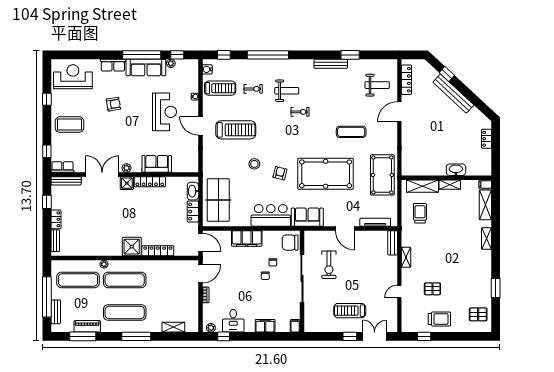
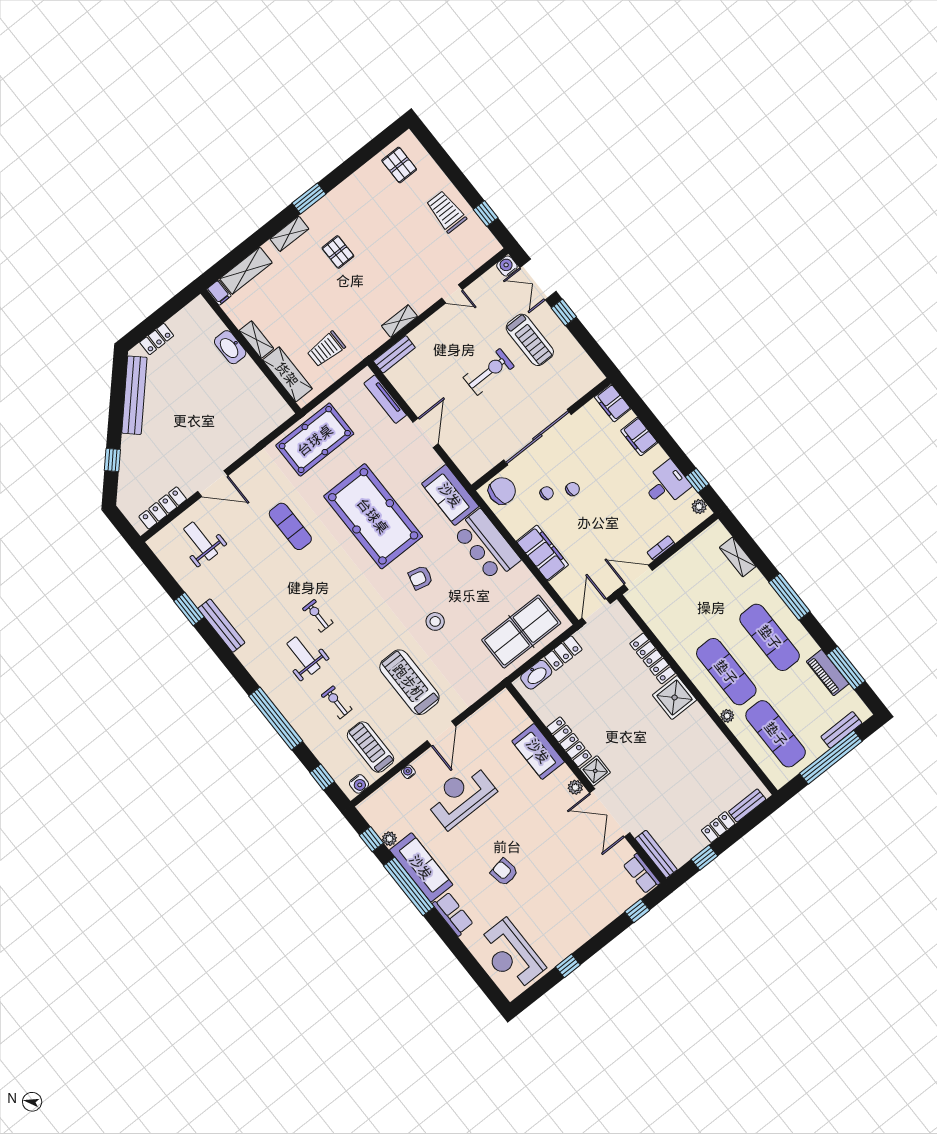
bench: (453, 94) -> (134, 395), moved
coffee table: (69, 125) -> (578, 909), removed
chair: (290, 243) -> (502, 491), turned -90
exercise bike: (329, 265) -> (489, 372), moved
window: (496, 288) -> (309, 199), moved
pallet: (432, 289) -> (338, 252), moved
filing cabinet: (295, 326) -> (613, 403), width x2.00
water cooler: (392, 327) -> (507, 266), added

